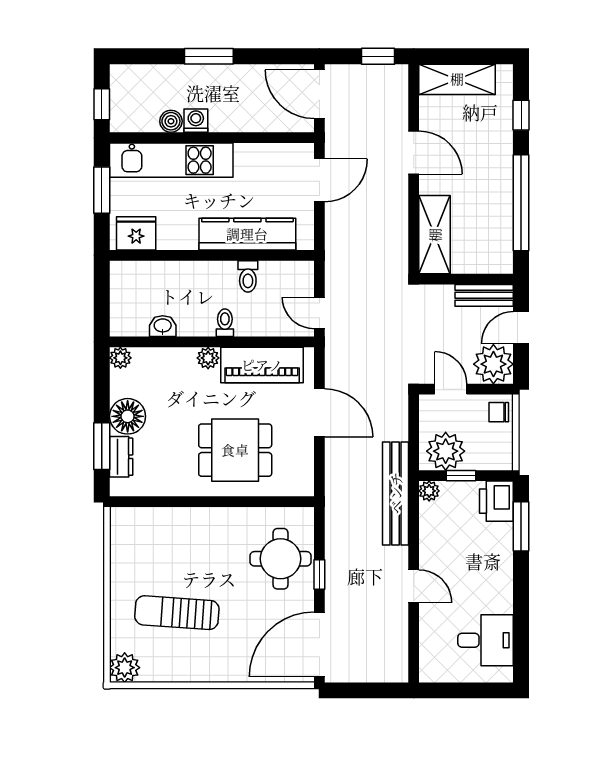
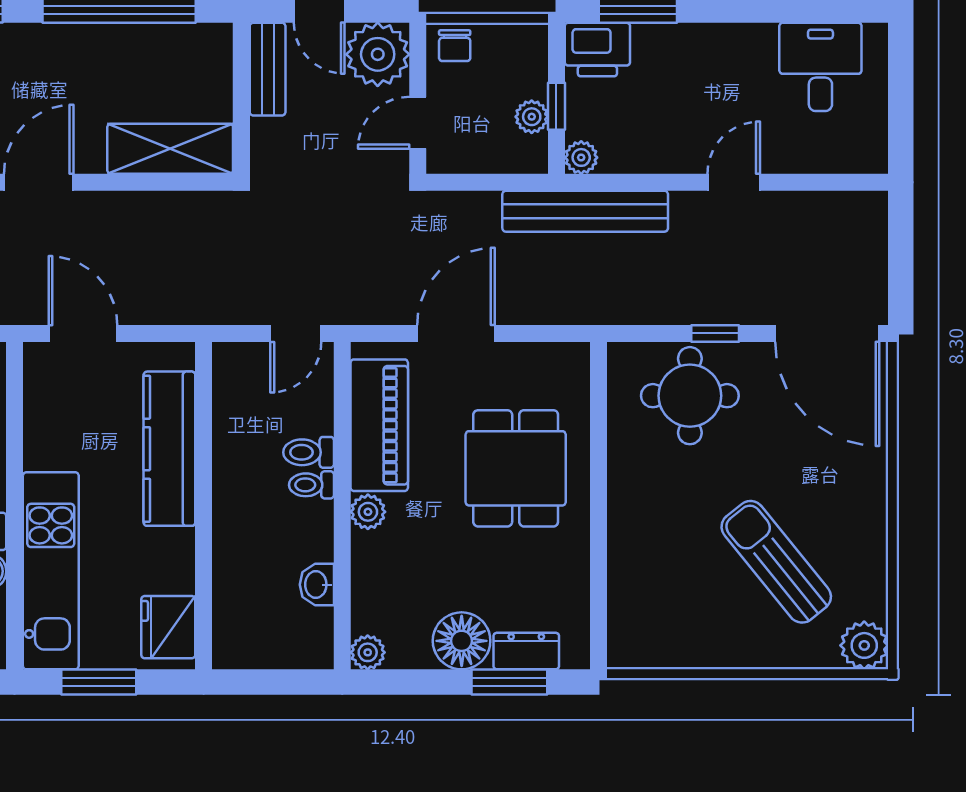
toilet: (248, 276) -> (309, 452), moved, turned 180
plant: (446, 451) -> (532, 117), width x0.53, depth x0.53
sun lounger: (177, 613) -> (776, 562), turned 137

